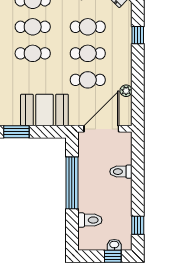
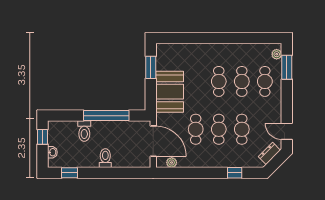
plant: (126, 91) -> (172, 163), moved
toilet: (121, 172) -> (105, 158), moved
toilet: (90, 220) -> (84, 131), moved
window: (113, 256) -> (43, 137), moved

